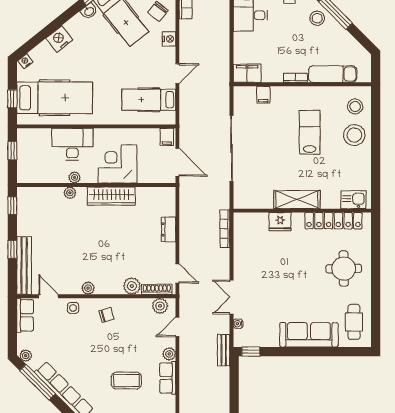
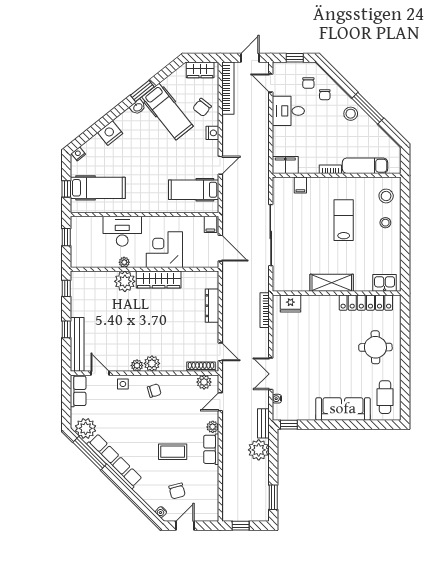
hospital bed: (55, 98) -> (98, 188), width x0.73, depth x0.78
stool: (354, 135) -> (385, 223), width x0.53, depth x0.53
plant: (70, 193) -> (125, 281), width x1.87, depth x1.87
fridge: (280, 222) -> (290, 304), moved
dresser: (169, 229) -> (212, 306), width x1.44
plant: (132, 286) -> (152, 363), moved
plant: (26, 356) -> (86, 428), width x1.88, depth x1.88
plant: (218, 379) -> (259, 450), added

